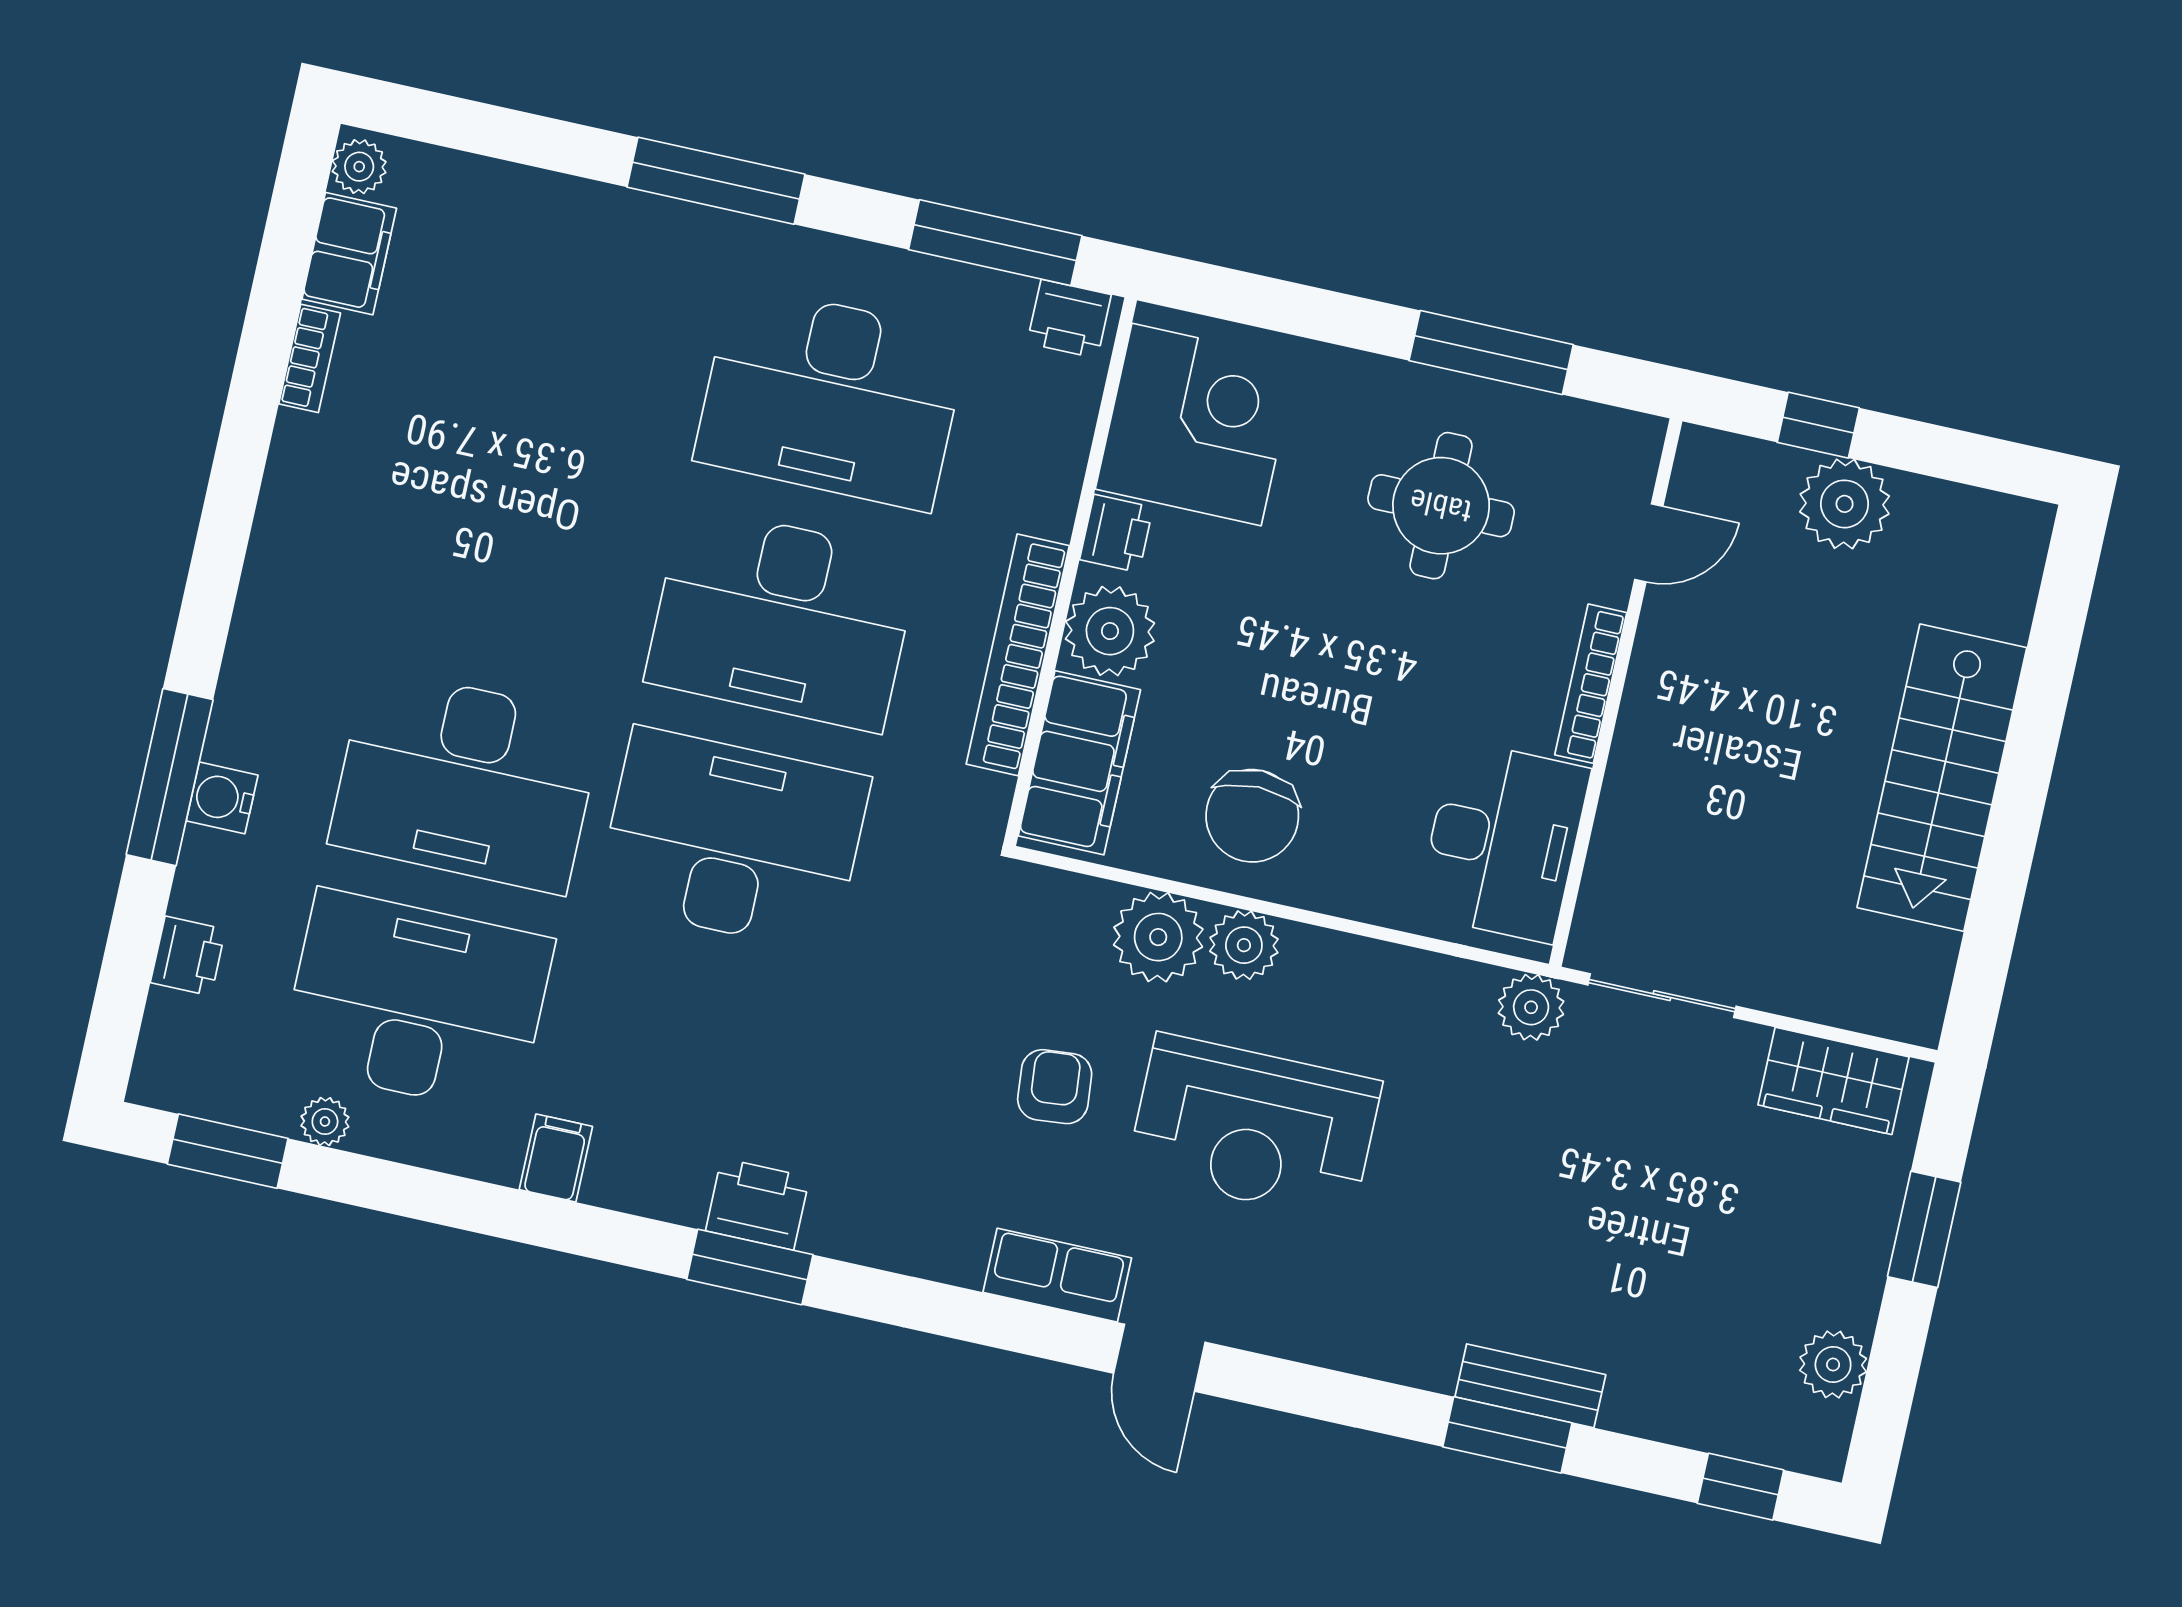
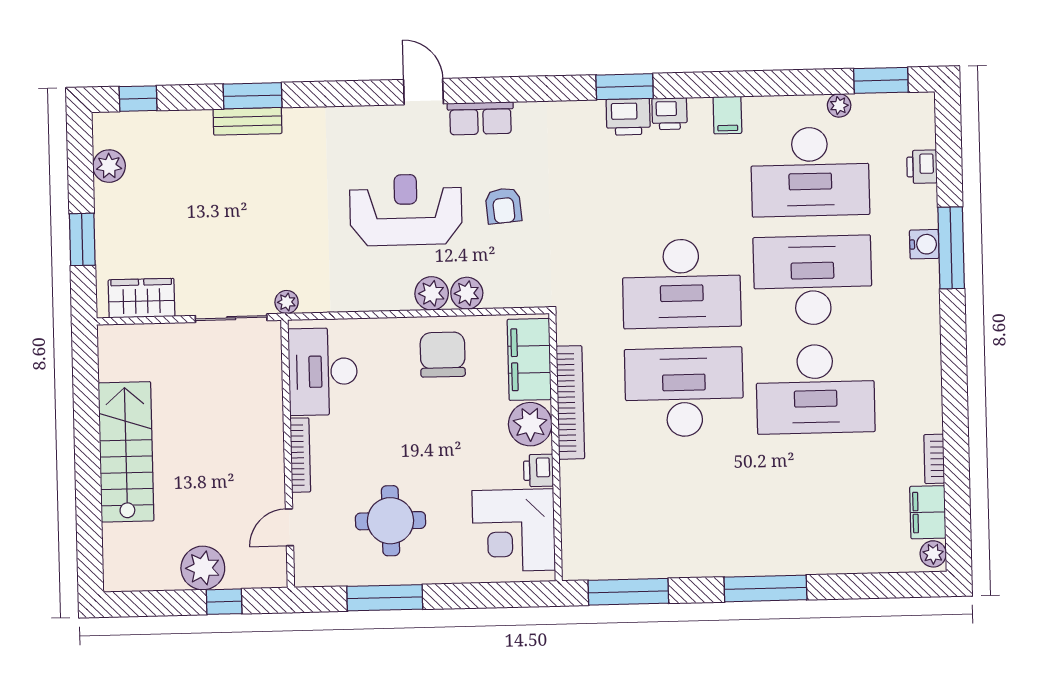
printer: (1069, 319) -> (670, 114), moved, turned 180
desk: (831, 398) -> (815, 389), moved, turned 180
plant: (1158, 937) -> (467, 293), width x0.73, depth x0.73
plant: (1531, 1007) -> (287, 302), width x0.73, depth x0.73

